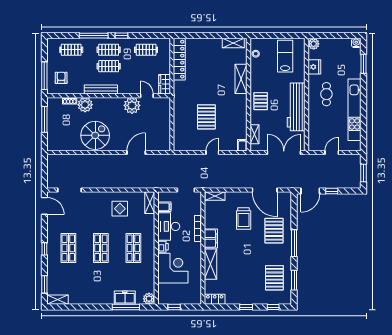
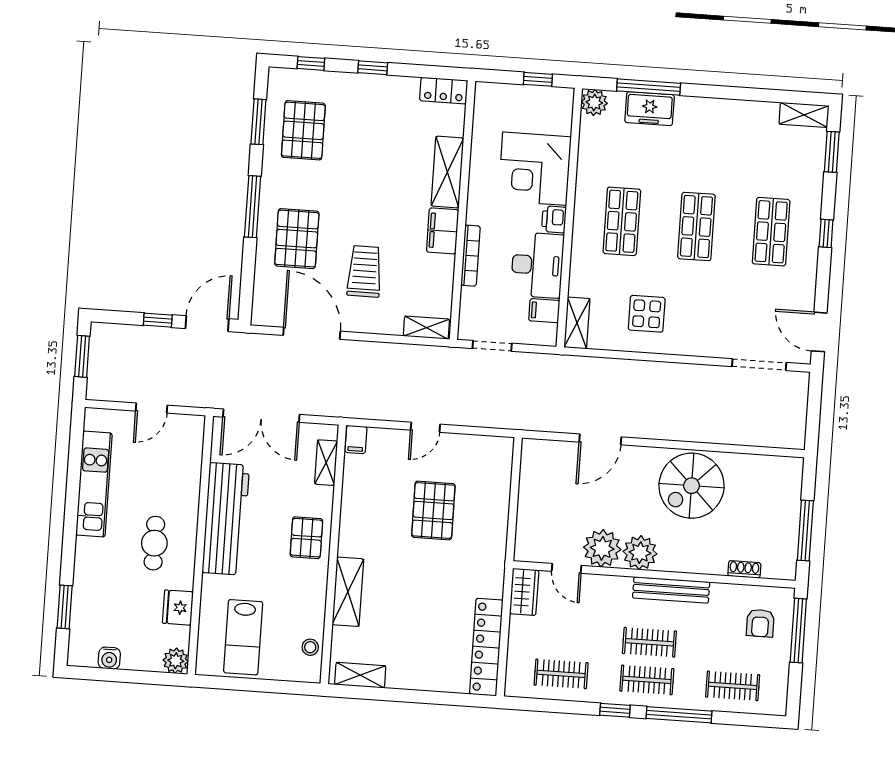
water cooler: (356, 43) -> (109, 658), moved
plant: (85, 105) -> (640, 553), moved
kitchen unit: (355, 110) -> (94, 484), width x0.73

